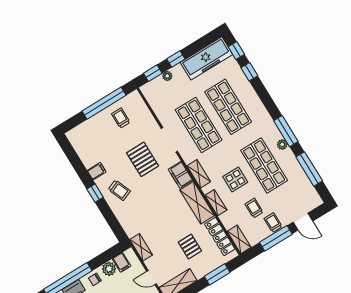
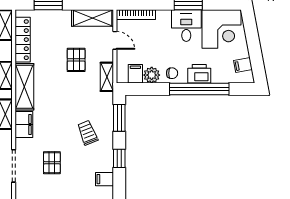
pallet: (143, 159) -> (52, 163), width x0.67, depth x0.71
trolley: (119, 190) -> (87, 133), moved
window: (113, 223) -> (119, 118), added
pallet: (190, 246) -> (76, 60), moved

